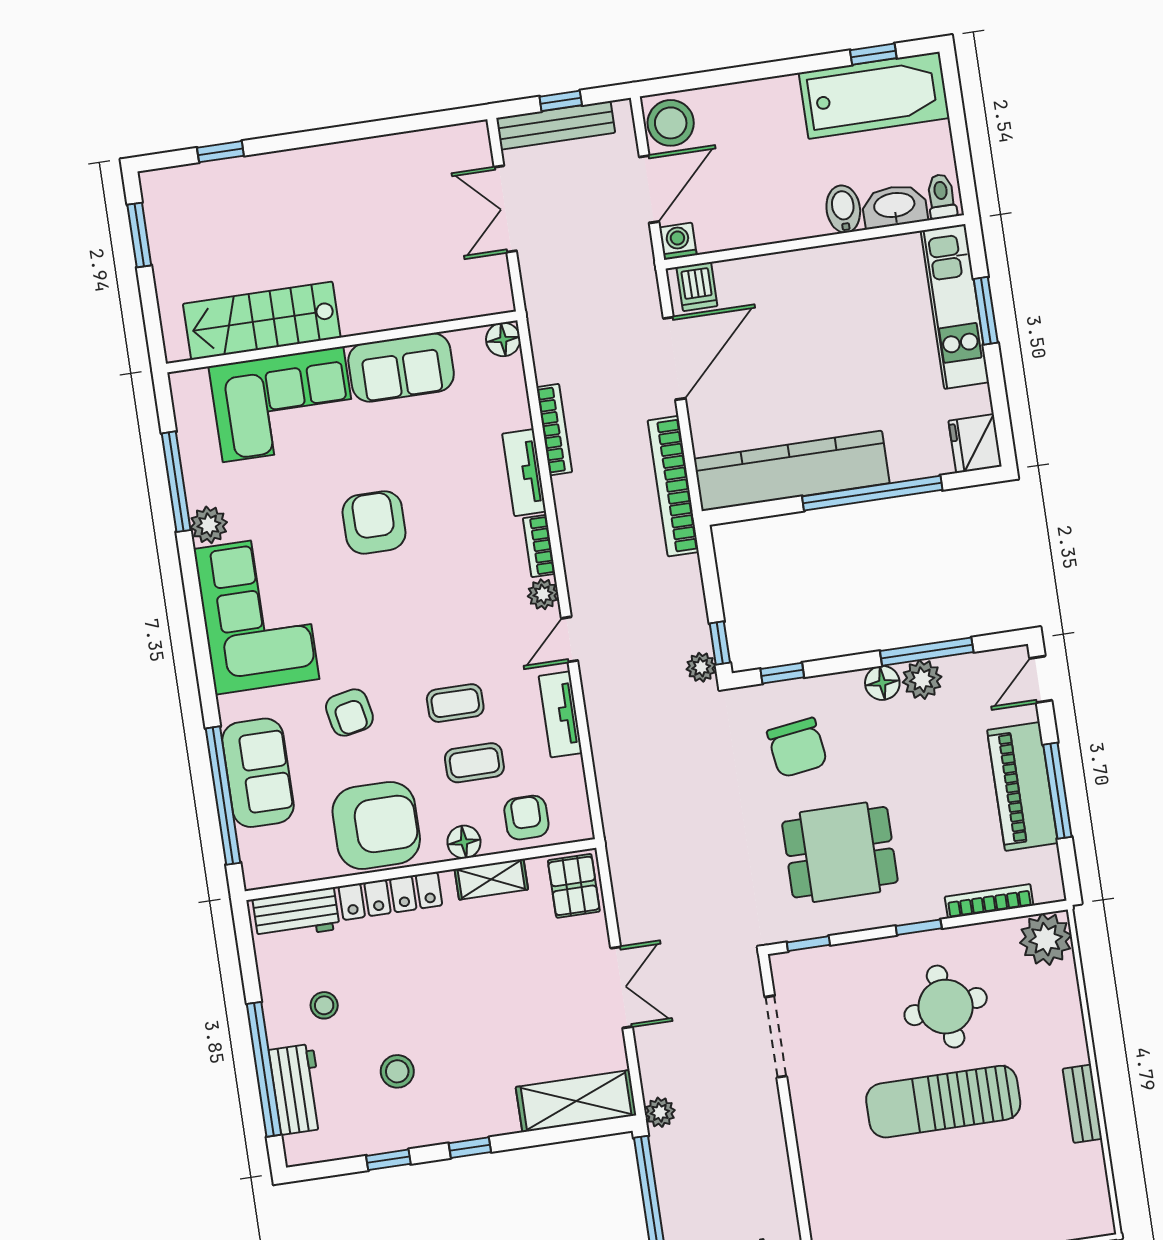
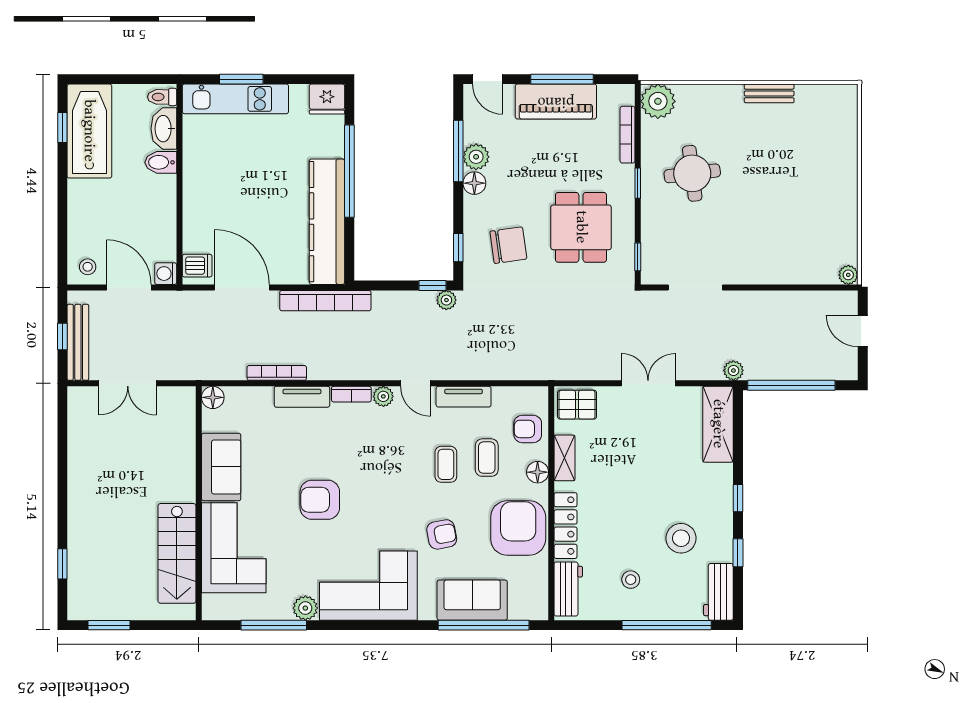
stool: (671, 123) -> (88, 267), width x0.53, depth x0.53
stool: (397, 1071) -> (681, 538), width x1.38, depth x1.38
workbench: (297, 1089) -> (718, 592), moved, turned -90
sun lounger: (943, 1102) -> (754, 184), removed

